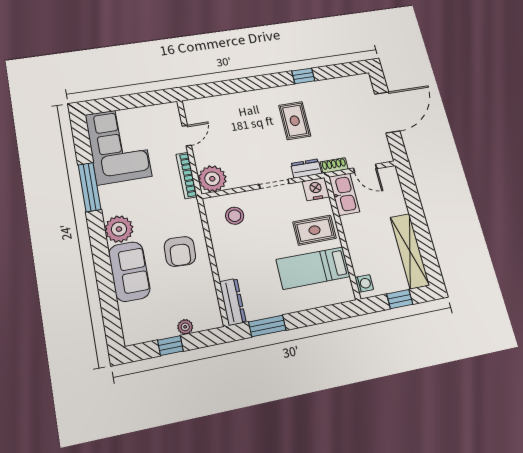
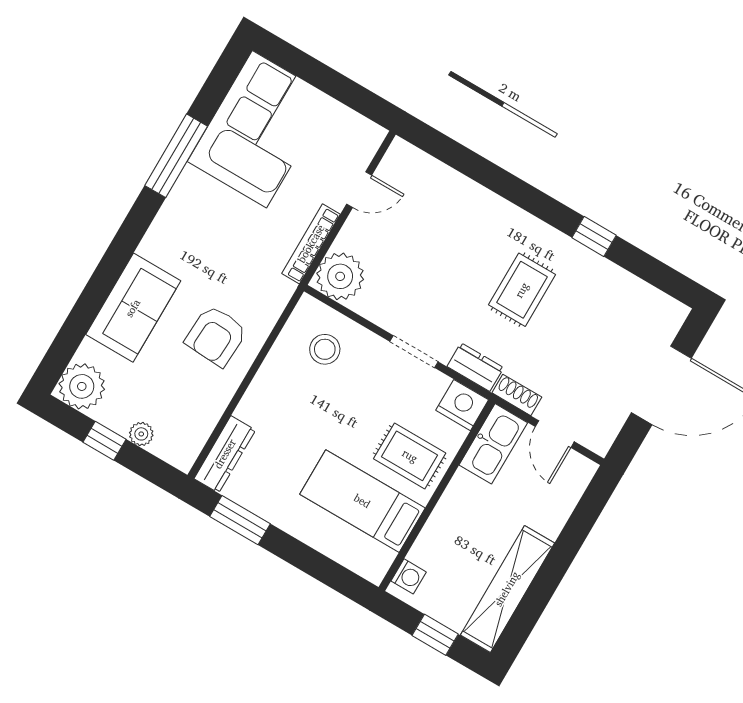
plant: (119, 229) -> (82, 386), moved

